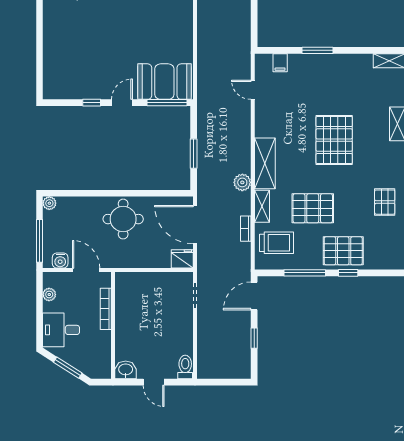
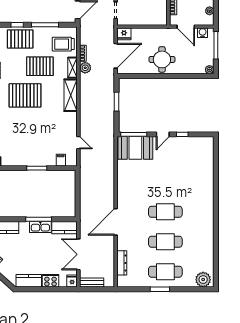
pallet: (334, 140) -> (25, 95), moved, turned 90
plant: (242, 182) -> (85, 68), moved
door: (195, 225) -> (116, 56), hinge flipped

